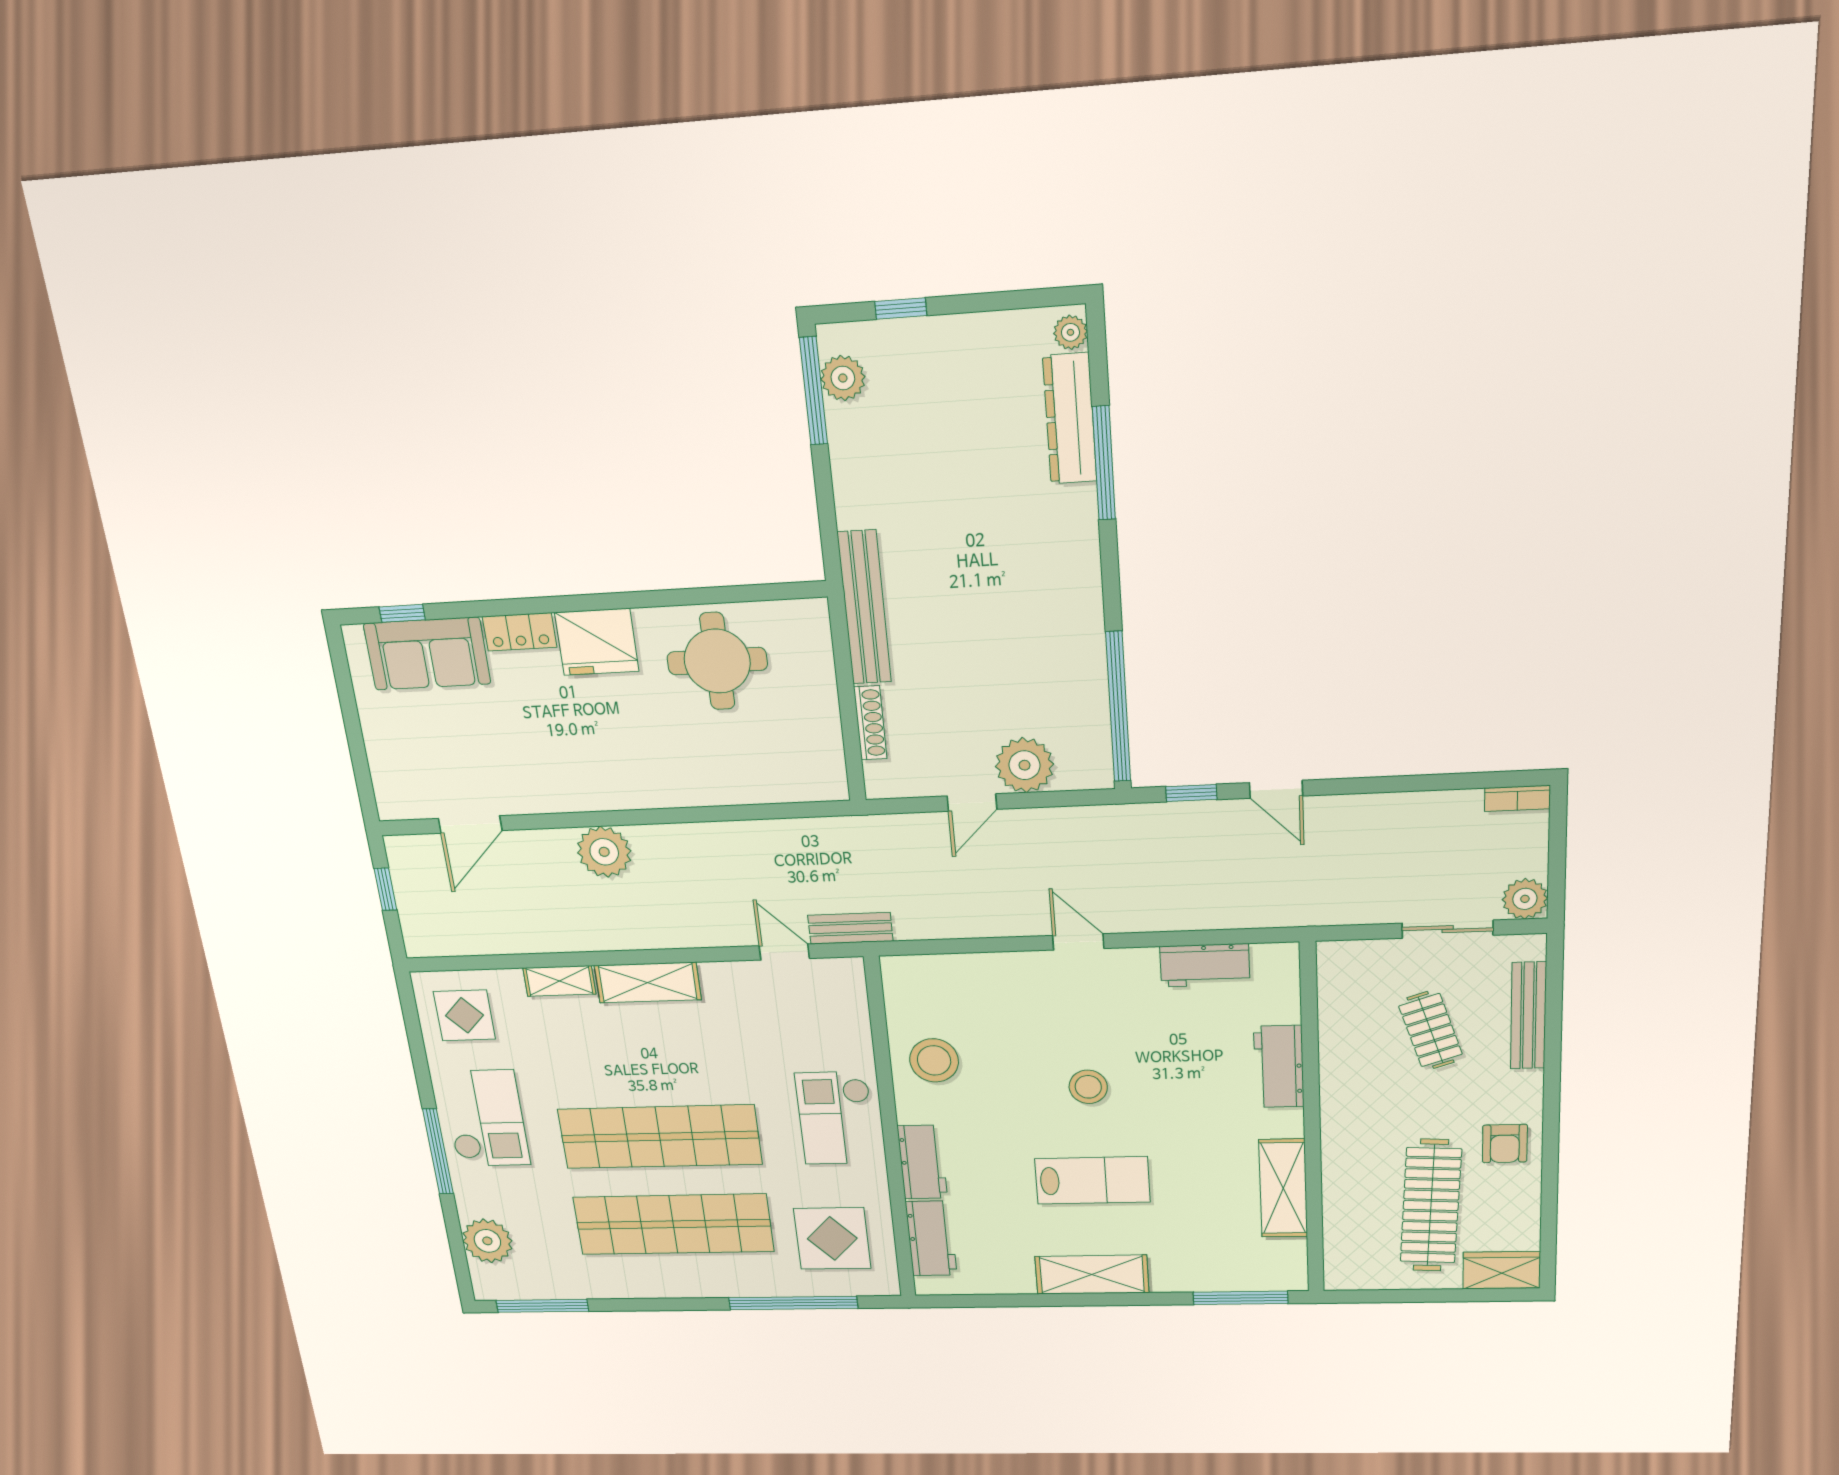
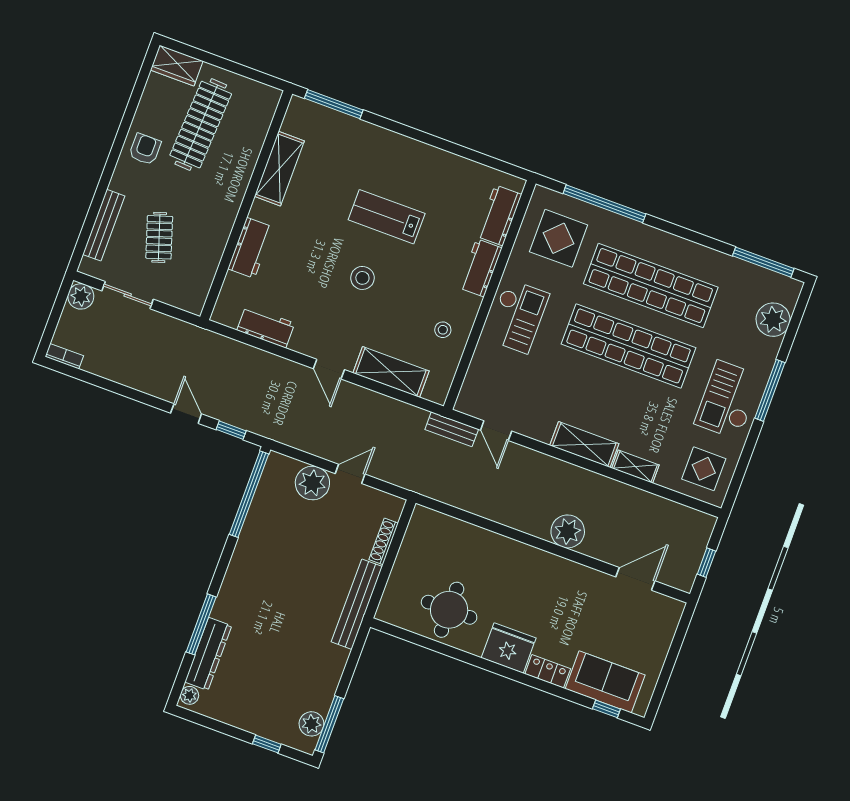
stool: (934, 1060) -> (443, 330), width x0.53, depth x0.53
shelving: (1092, 1275) -> (391, 372), moved

